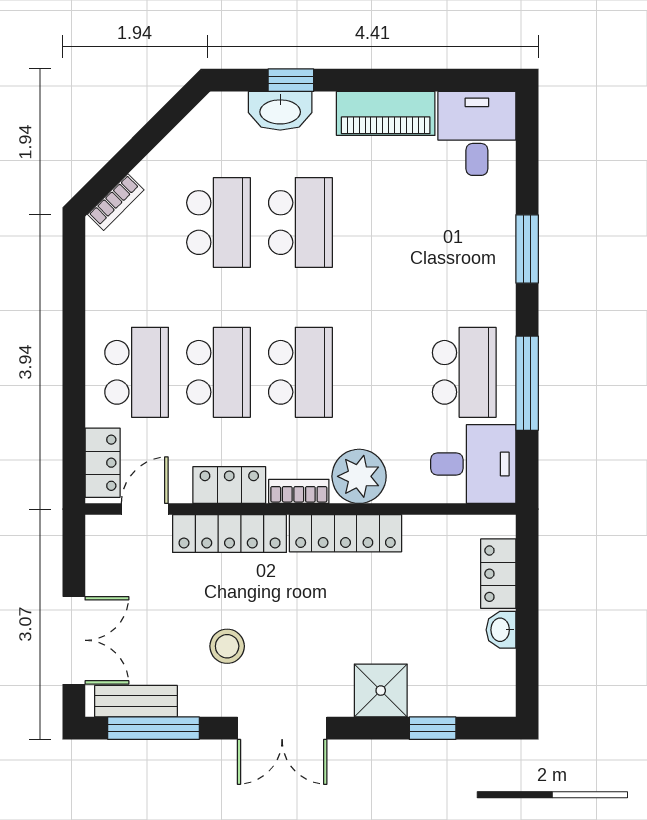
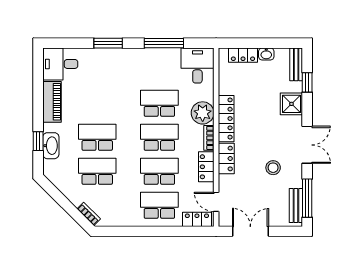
school desk: (464, 372) -> (159, 103), moved
locker: (230, 534) -> (226, 159), width x0.66
double door: (74, 640) -> (250, 231), moved
bench: (476, 702) -> (296, 64), added

